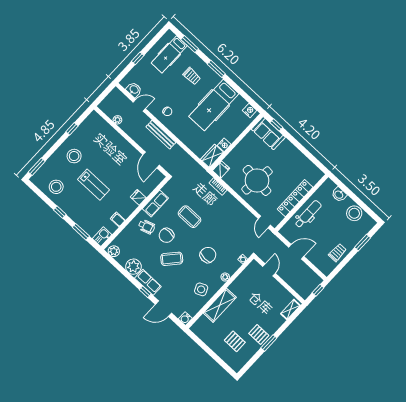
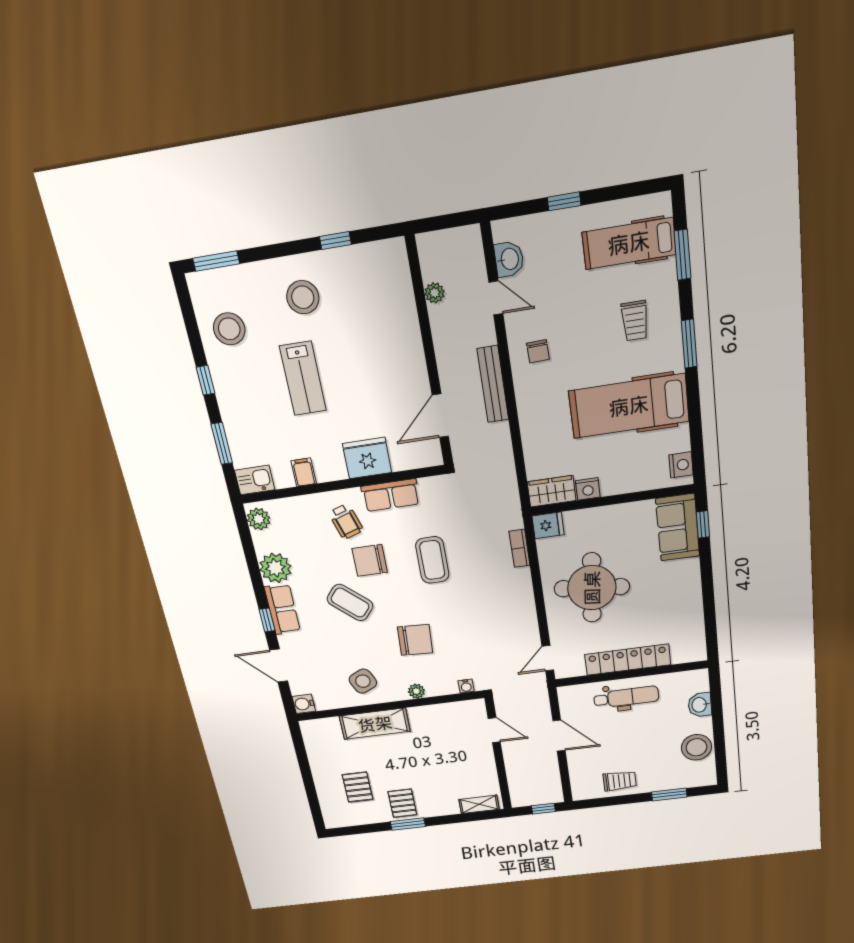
fridge: (138, 197) -> (367, 458), width x1.88, depth x1.34
door: (269, 270) -> (494, 730), hinge flipped

